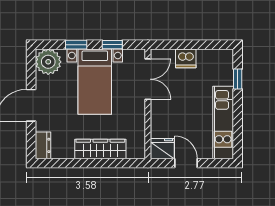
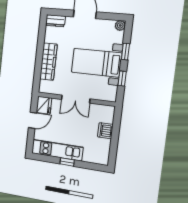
plant: (48, 62) -> (120, 25), width x0.53, depth x0.53
double door: (148, 79) -> (76, 99), moved
window: (238, 79) -> (67, 162), moved

